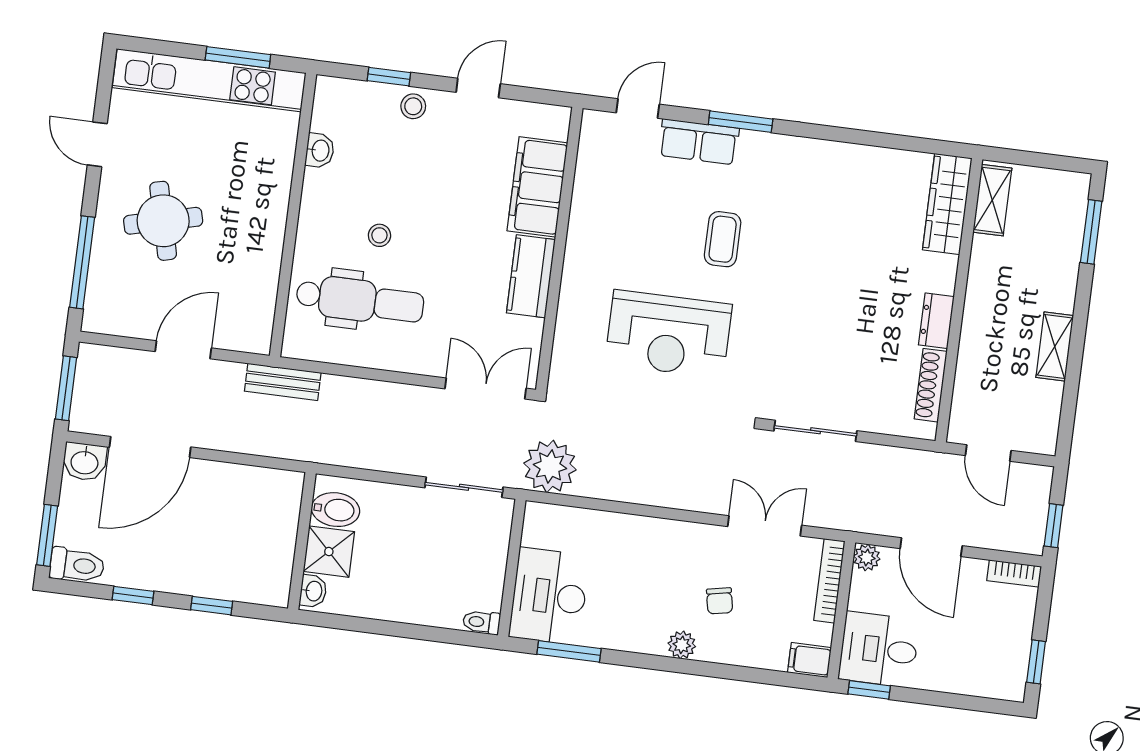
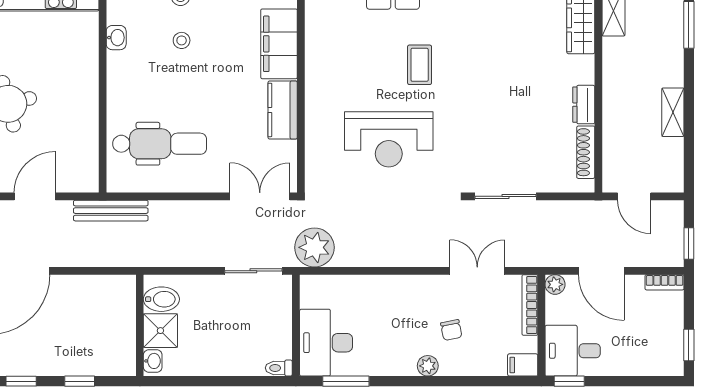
stool: (379, 235) -> (182, 40), moved
bench: (283, 382) -> (111, 211), width x1.36

